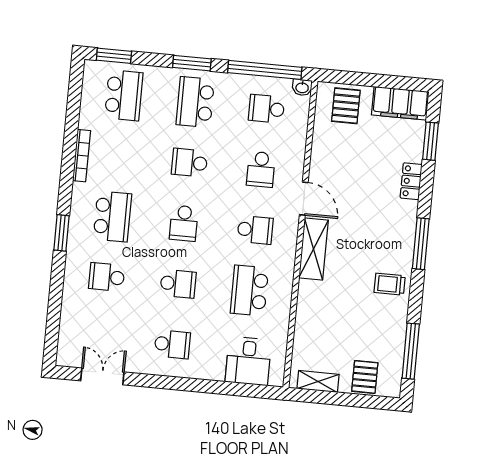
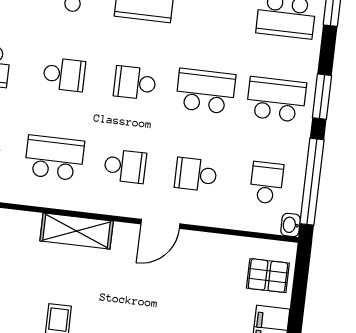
school desk: (189, 163) -> (206, 91), width x1.85
school desk: (255, 230) -> (125, 166), turned -90
shelving: (314, 249) -> (77, 231), moved
school desk: (178, 284) -> (64, 75), turned -90

